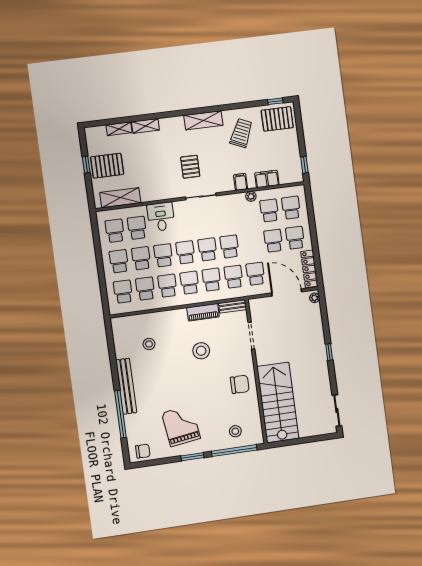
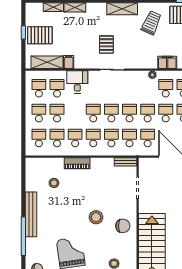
filing cabinet: (241, 182) -> (69, 62), moved
school desk: (163, 255) -> (148, 113), moved
piano: (203, 312) -> (77, 163), moved
stool: (201, 351) -> (96, 217), moved

